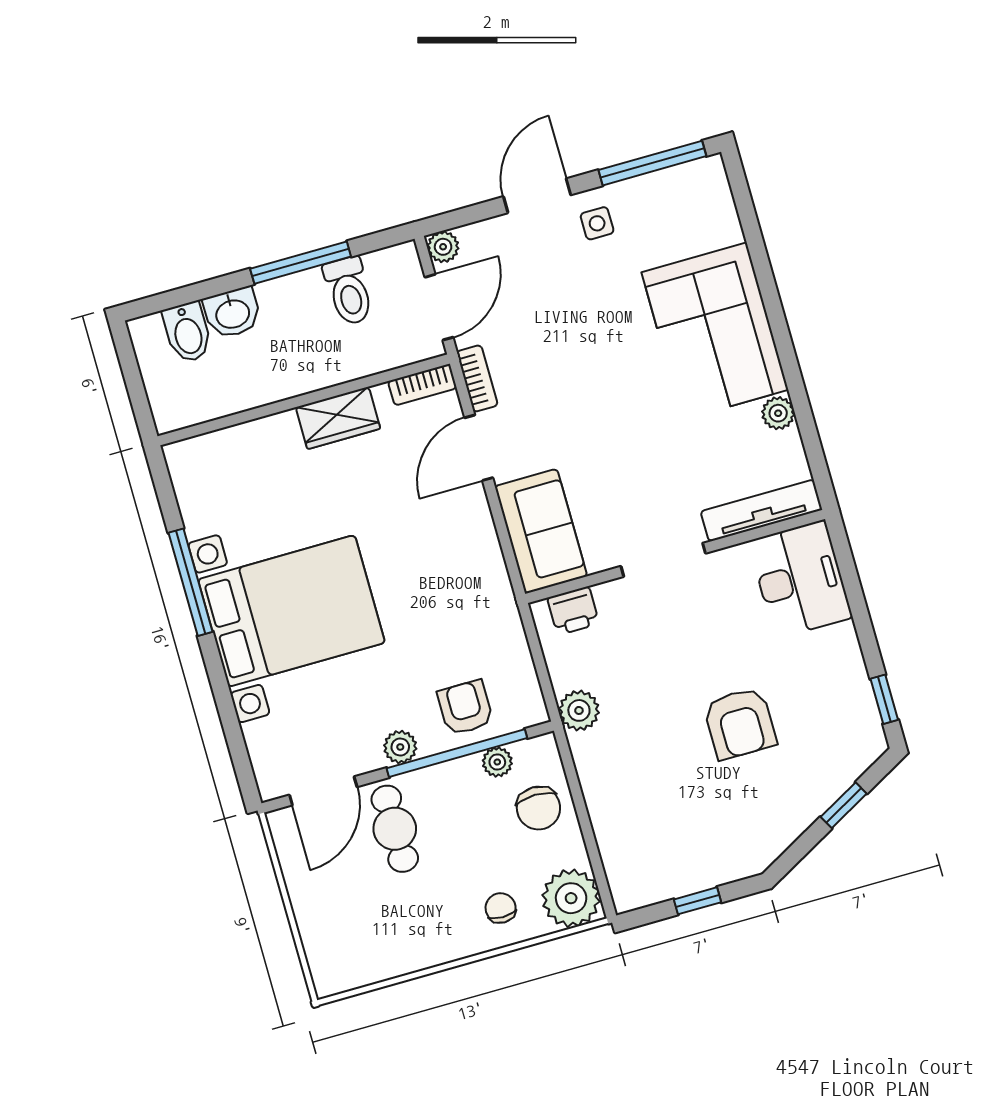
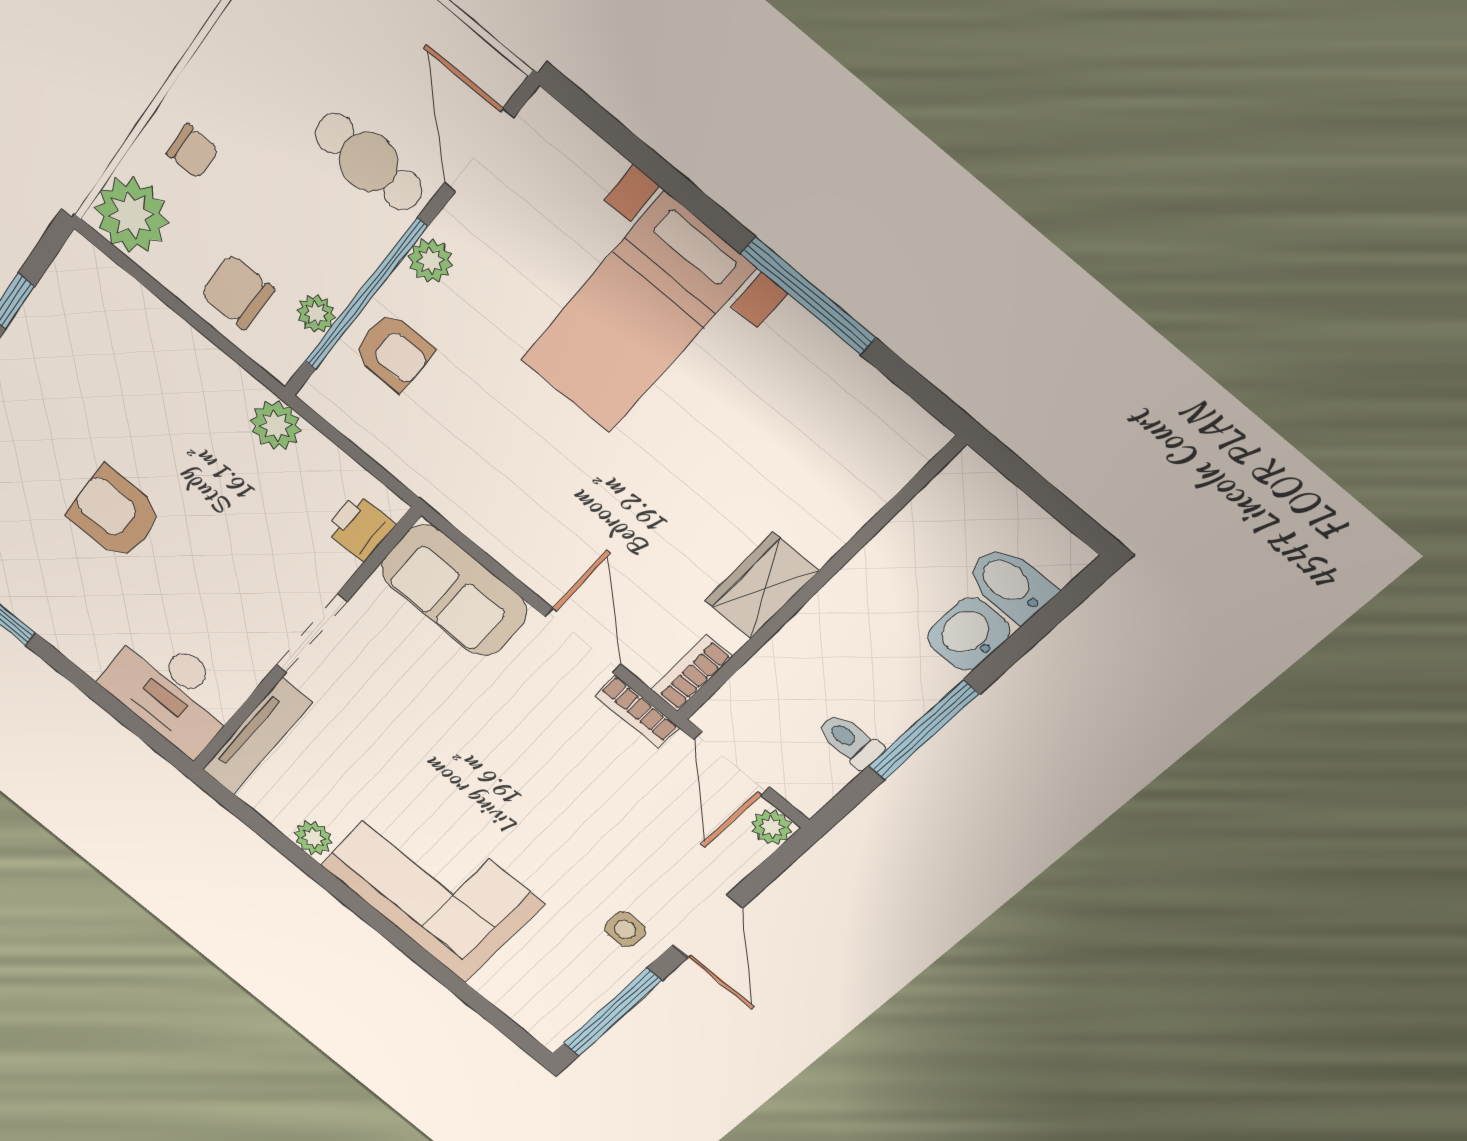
toilet: (349, 291) -> (850, 741), width x0.73, depth x0.72
bed with nightstands: (292, 611) -> (636, 315), width x0.73

